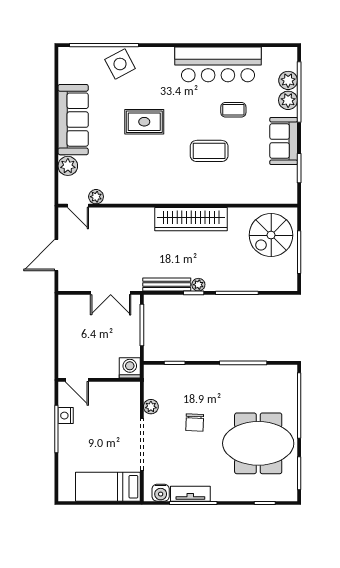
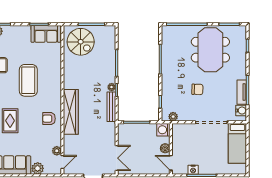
sofa: (284, 141) -> (46, 34), moved
coffee table: (209, 151) -> (28, 80), width x1.36, depth x1.32
armchair: (148, 184) -> (49, 119), added
wardrobe: (191, 219) -> (71, 112), moved
double door: (111, 293) -> (117, 158), moved
boiler: (100, 371) -> (165, 148), added
door: (77, 380) -> (171, 163), swing flipped
plant: (151, 407) -> (173, 117), moved

